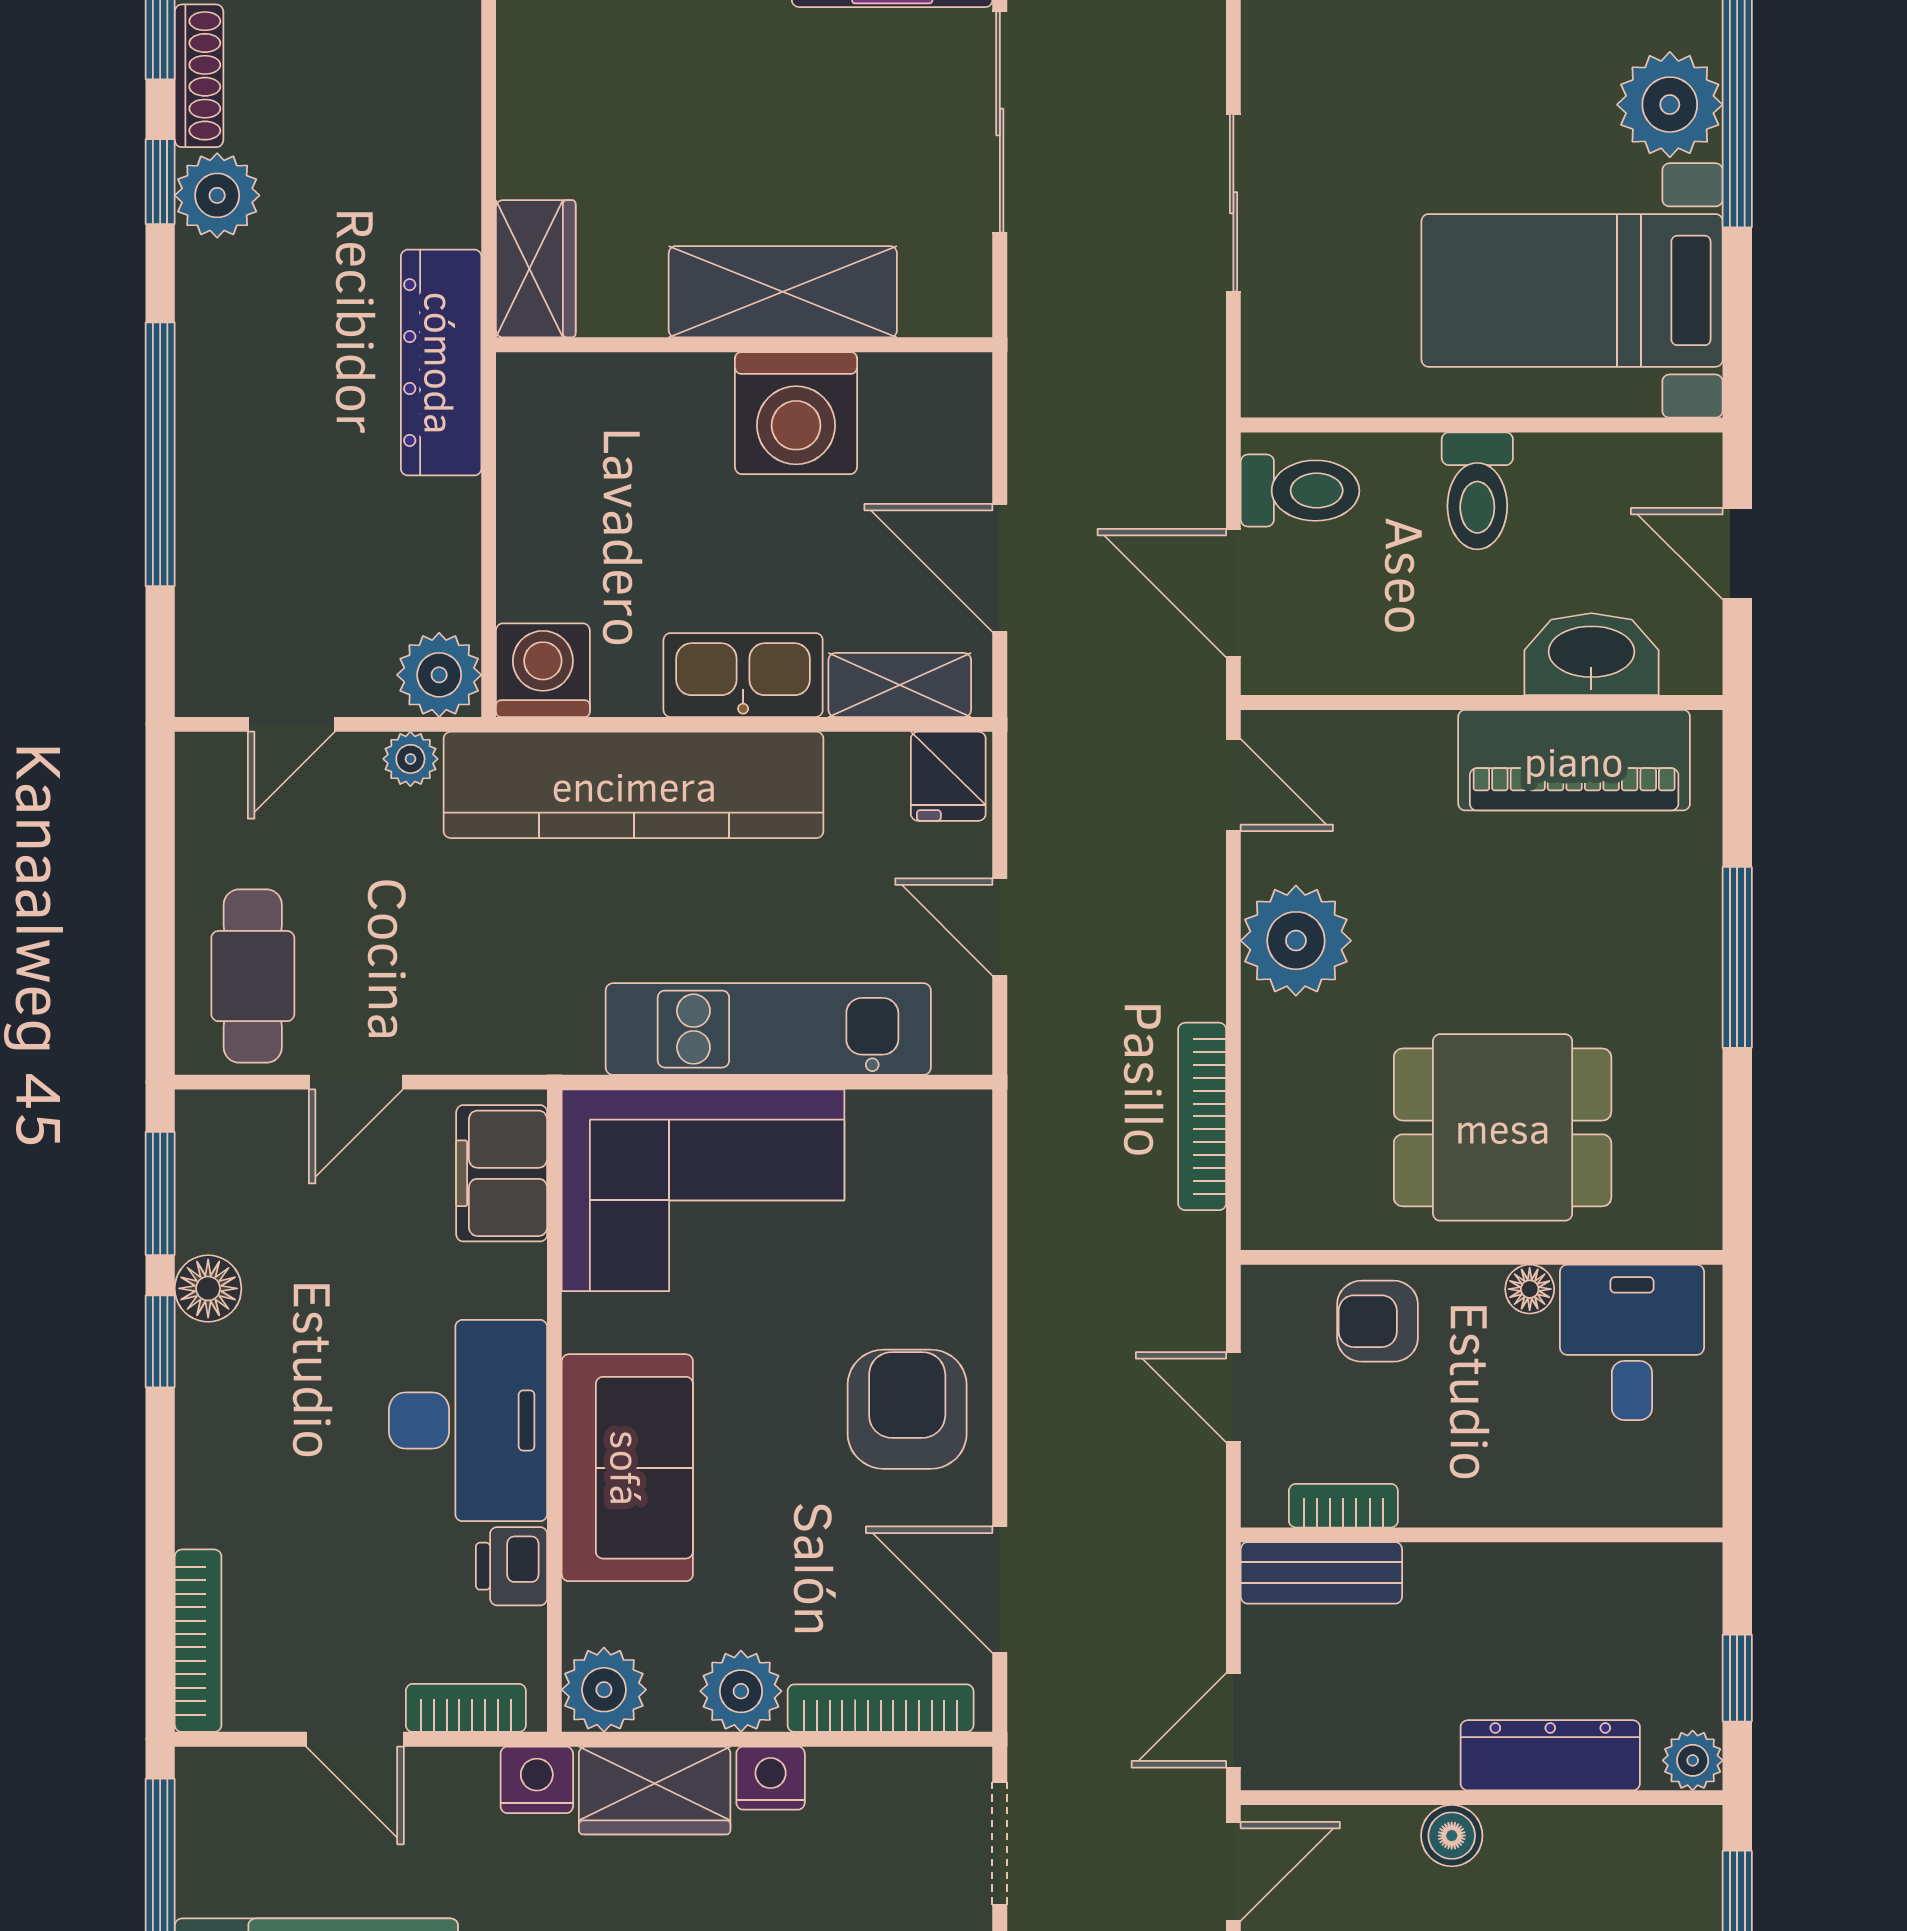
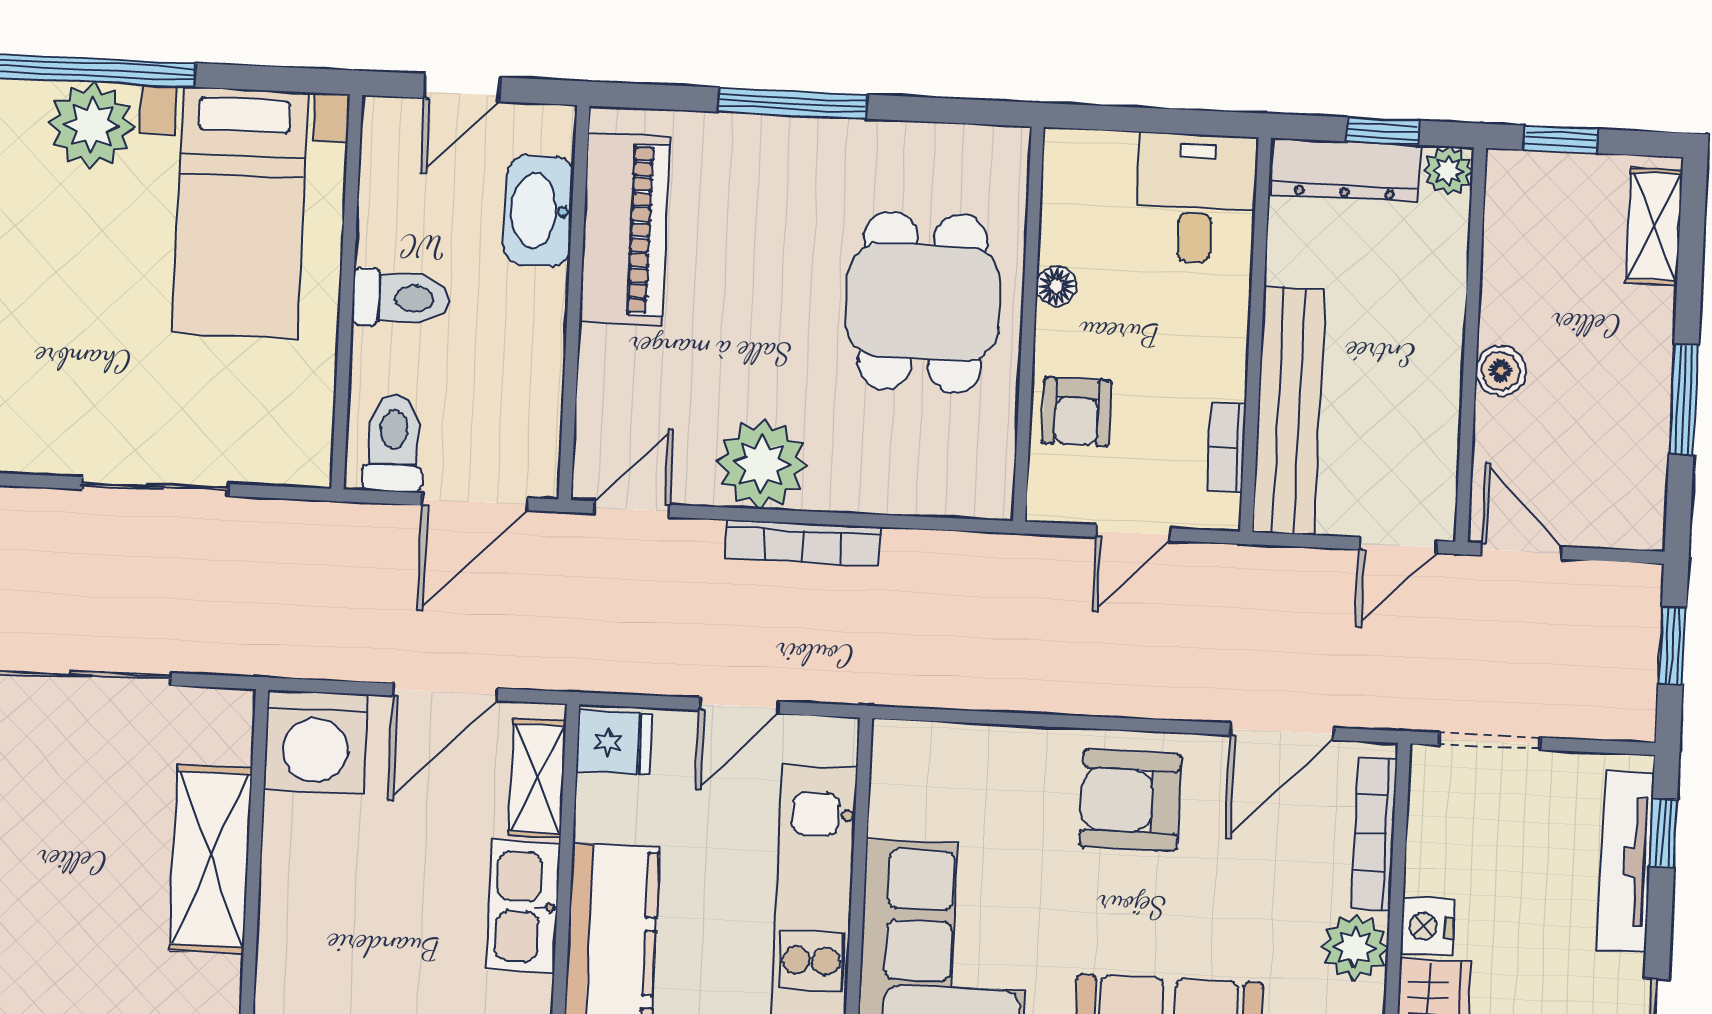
washing machine: (796, 413) -> (316, 742), moved, turned 90
bookcase: (1202, 1116) -> (803, 543), moved
desk: (1632, 1342) -> (1196, 198), moved, turned 90
bench: (1321, 1573) -> (1289, 411), width x1.86, depth x1.21
door: (1233, 1720) -> (1398, 545), hinge flipped
dresser: (1550, 1755) -> (1345, 170), moved, turned -90

